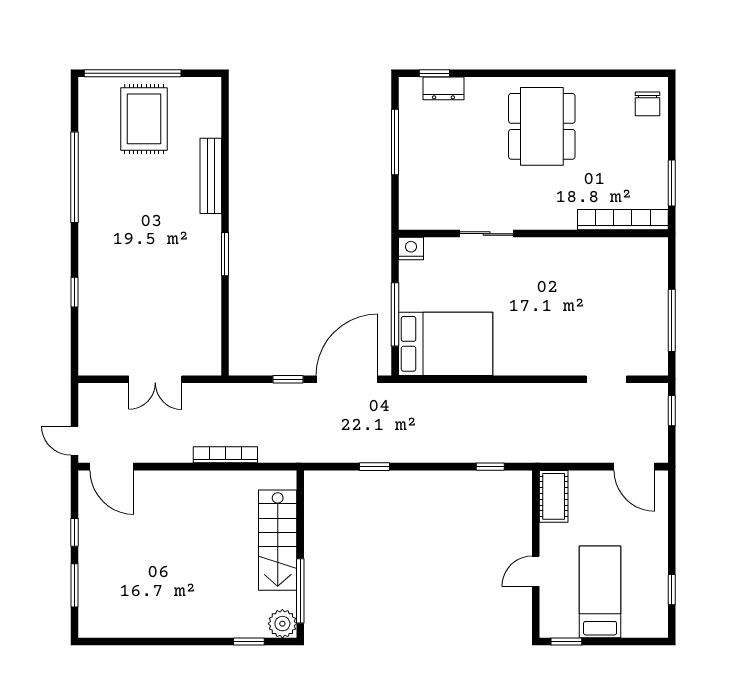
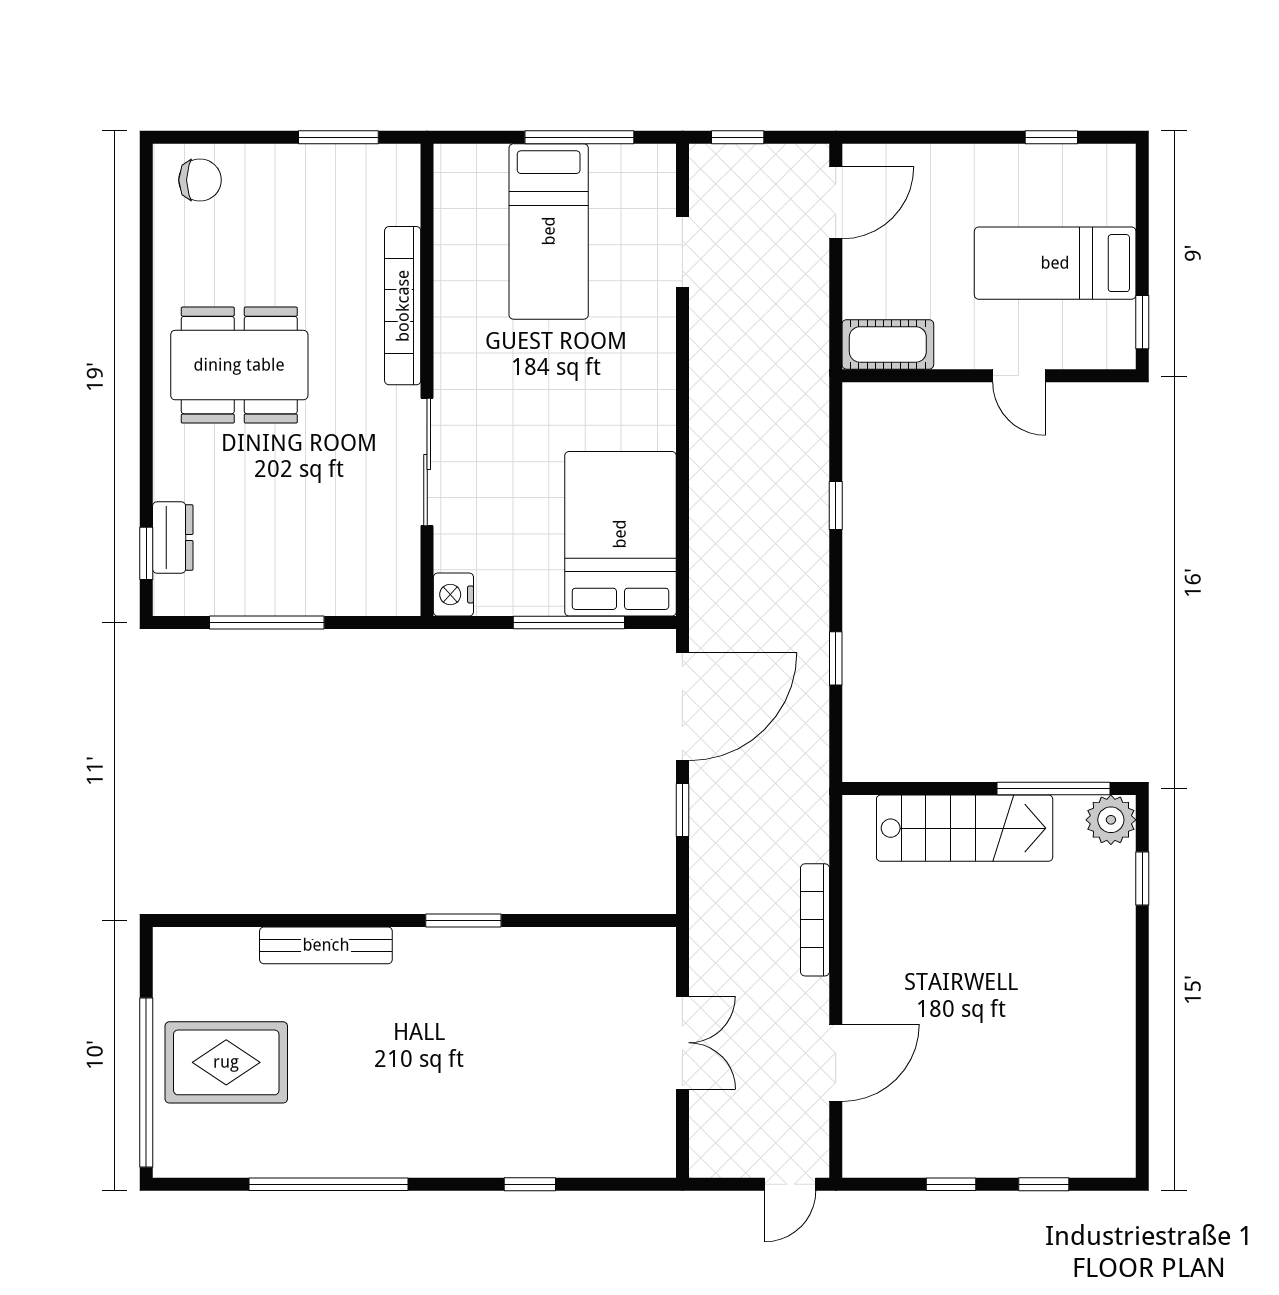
bookcase: (623, 220) -> (403, 306), moved
sliding door: (487, 234) -> (427, 462), width x1.37
bed: (618, 303) -> (549, 231), added
door: (347, 379) -> (682, 707), swing flipped
door: (112, 467) -> (836, 1063), moved
window: (490, 467) -> (836, 506), moved
window: (74, 585) -> (1044, 1184), width x0.67

